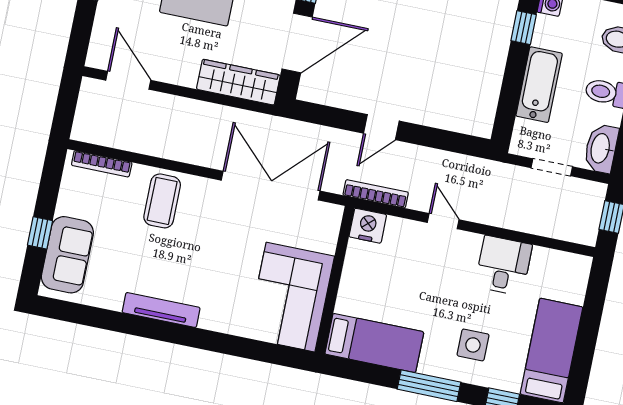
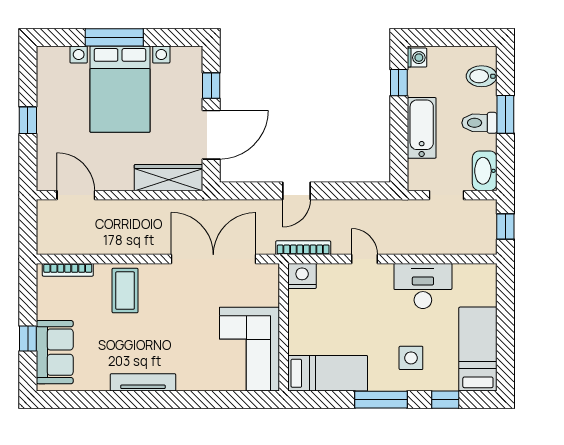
desk: (503, 266) -> (423, 286), width x1.37

